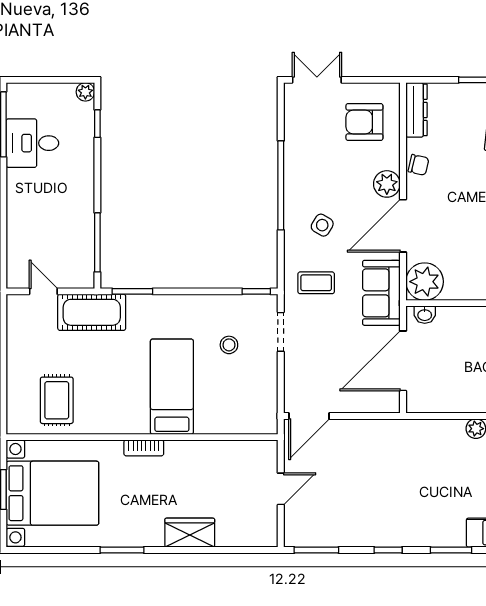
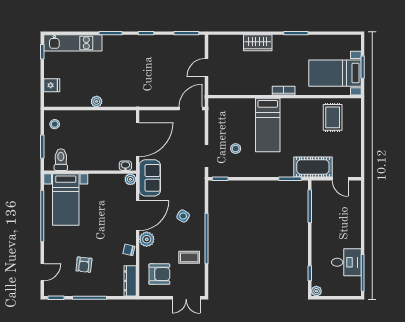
plant: (425, 282) -> (130, 179), width x0.53, depth x0.53
coffee table: (316, 283) -> (189, 257), moved
bed with nightstands: (52, 493) -> (335, 73), width x0.73

